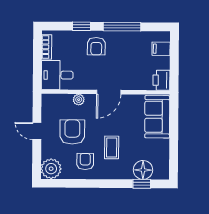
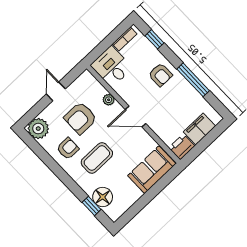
window: (82, 26) -> (155, 39), moved
armchair: (96, 46) -> (160, 75), turned -90
filing cabinet: (161, 49) -> (200, 129), width x2.00
armchair: (72, 132) -> (80, 118), turned 180
coffee table: (112, 147) -> (97, 158), width x1.36, depth x1.30

